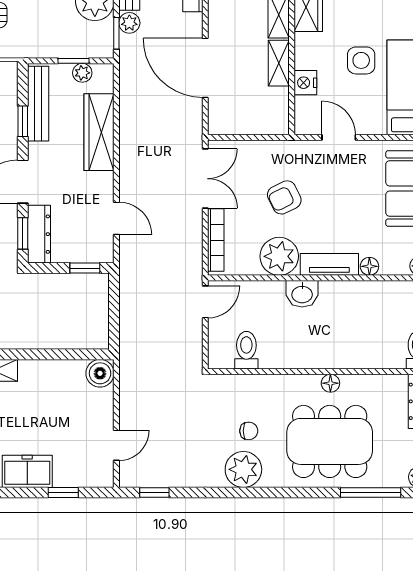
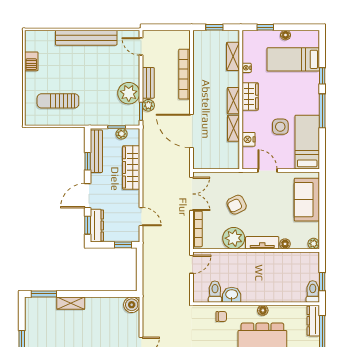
washbasin: (302, 294) -> (232, 295), moved, turned 180
chair: (249, 431) -> (221, 317), moved

